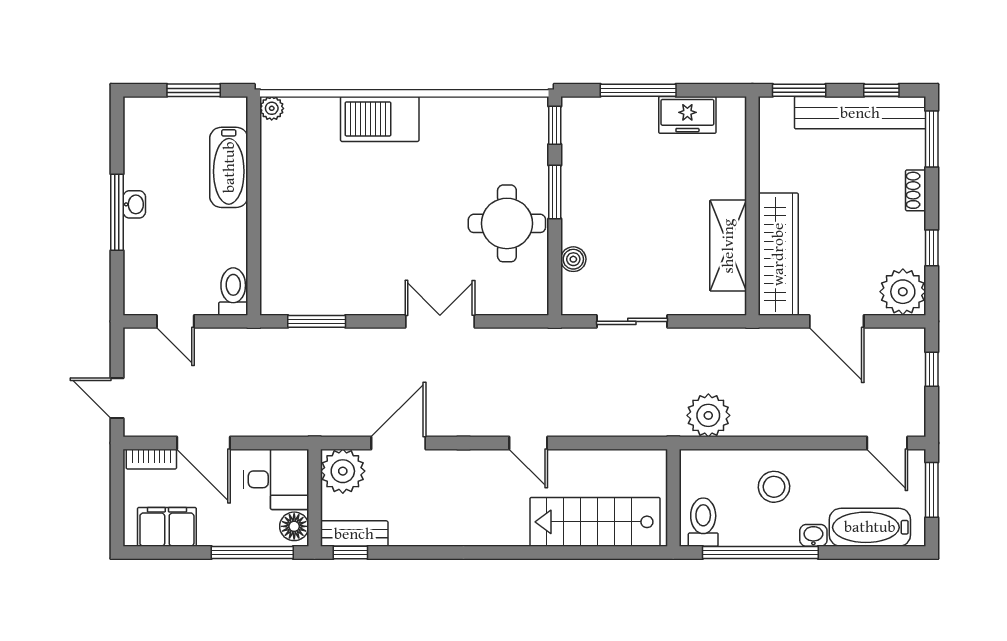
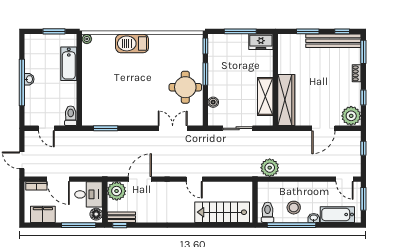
wall: (752, 206) -> (275, 80), moved
window: (117, 212) -> (22, 83), width x1.46
shelving: (728, 246) -> (265, 96), moved
wardrobe: (778, 254) -> (286, 100), moved
double door: (440, 321) -> (173, 128), moved
door: (837, 321) -> (323, 128), hinge flipped
stool: (774, 487) -> (294, 208), moved

